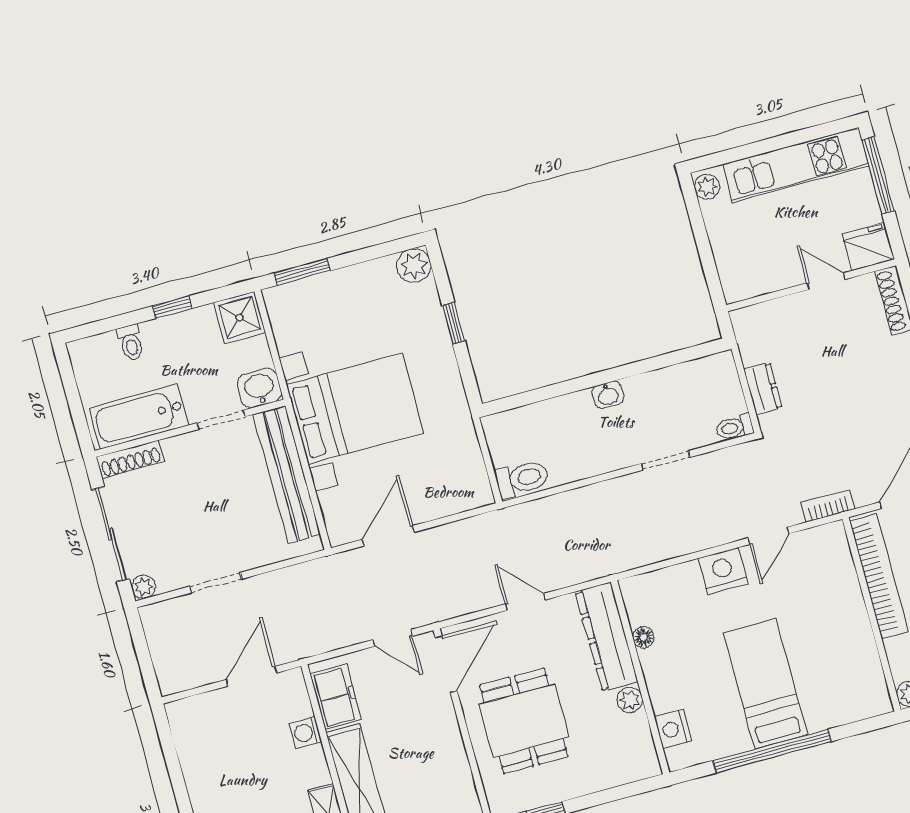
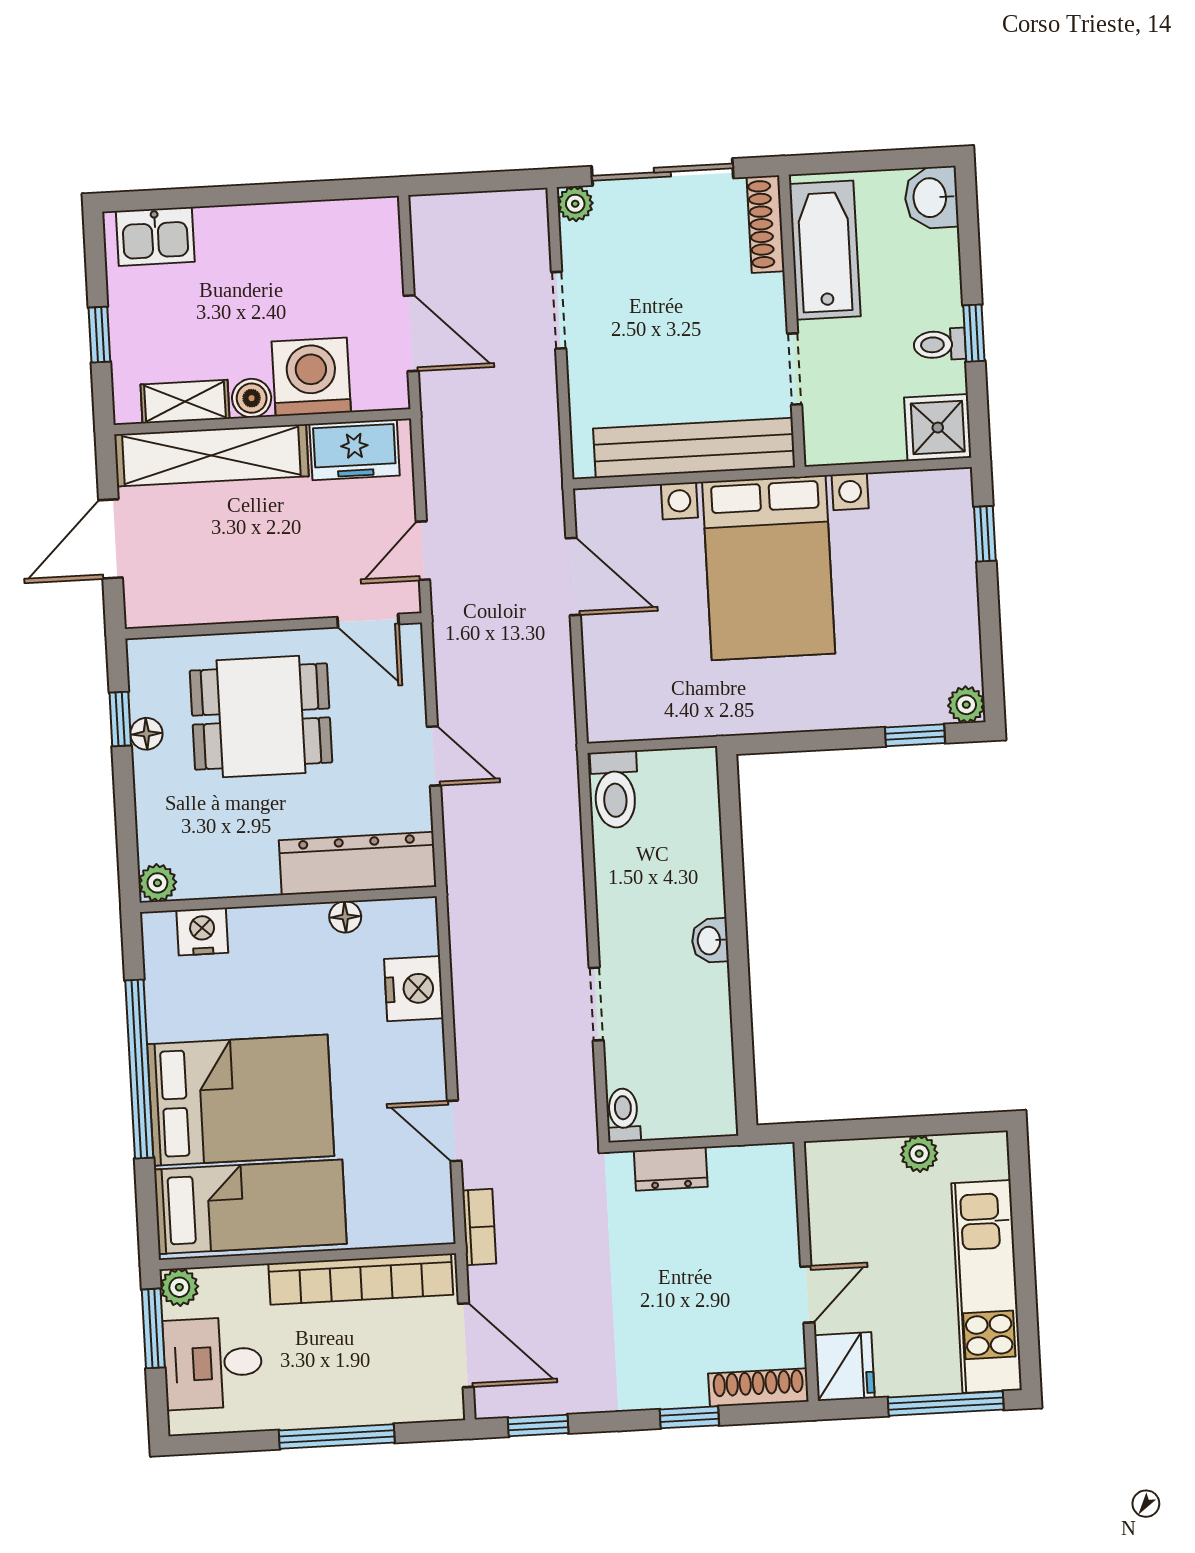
plant: (707, 187) -> (919, 1154), moved
plant: (414, 266) -> (966, 705), width x0.73, depth x0.73
window: (302, 272) -> (985, 534), width x0.67
window: (454, 323) -> (915, 735), moved
toilet: (131, 343) -> (940, 344), moved
washbasin: (259, 388) -> (931, 198), moved, turned 180
nightstand: (723, 571) -> (414, 989), moved
door: (526, 602) -> (434, 756), hinge flipped
bed: (847, 659) -> (250, 1207), added
door: (446, 664) -> (368, 621), width x0.73
bed: (765, 684) -> (241, 1100), width x1.50
plant: (630, 700) -> (157, 883), moved
washing machine: (306, 732) -> (311, 377), width x1.89, depth x1.89
boiler: (317, 772) -> (252, 398), added
floor lamp: (551, 793) -> (146, 734), added

